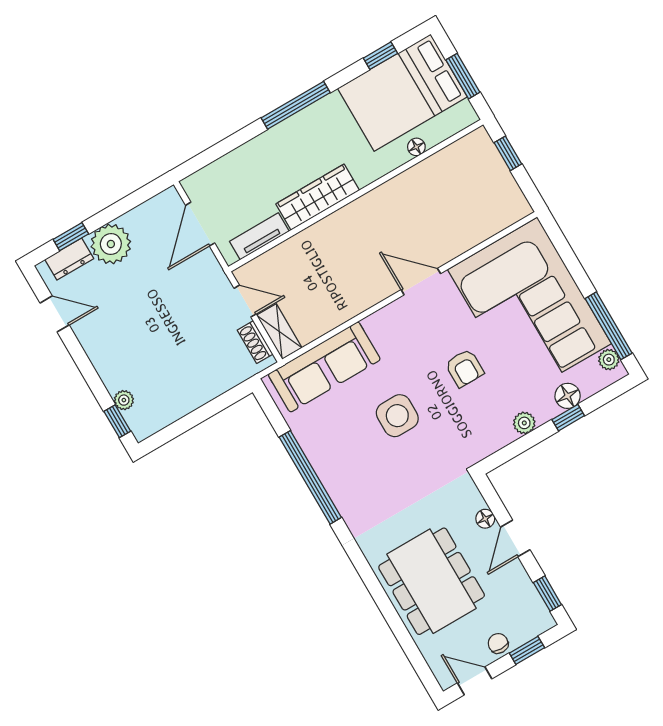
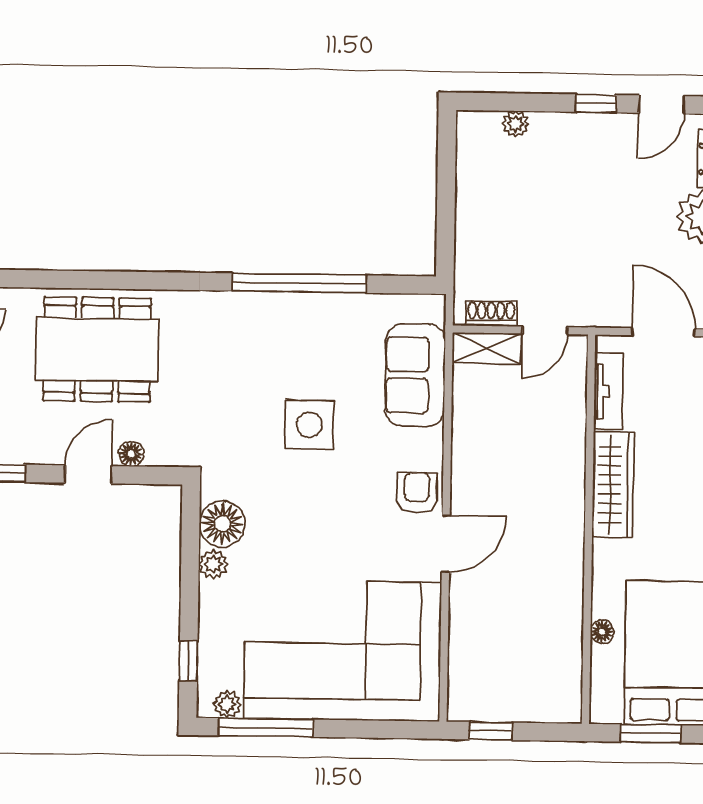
window: (508, 153) -> (491, 731), moved
sofa: (324, 367) -> (415, 375), width x0.73
armchair: (464, 368) -> (417, 493), moved, turned 90
floor lamp: (568, 396) -> (222, 524), moved, width x1.38, depth x1.38
window: (568, 418) -> (188, 661), moved
window: (117, 421) -> (596, 103), moved
door: (515, 538) -> (88, 474), hinge flipped

